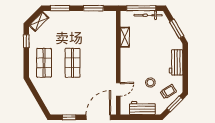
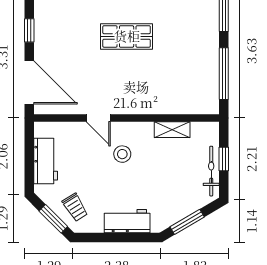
window: (93, 8) -> (224, 74), width x1.44
window: (141, 8) -> (224, 159), width x0.46
stool: (150, 83) -> (122, 154), moved
door: (118, 89) -> (98, 118), moved

